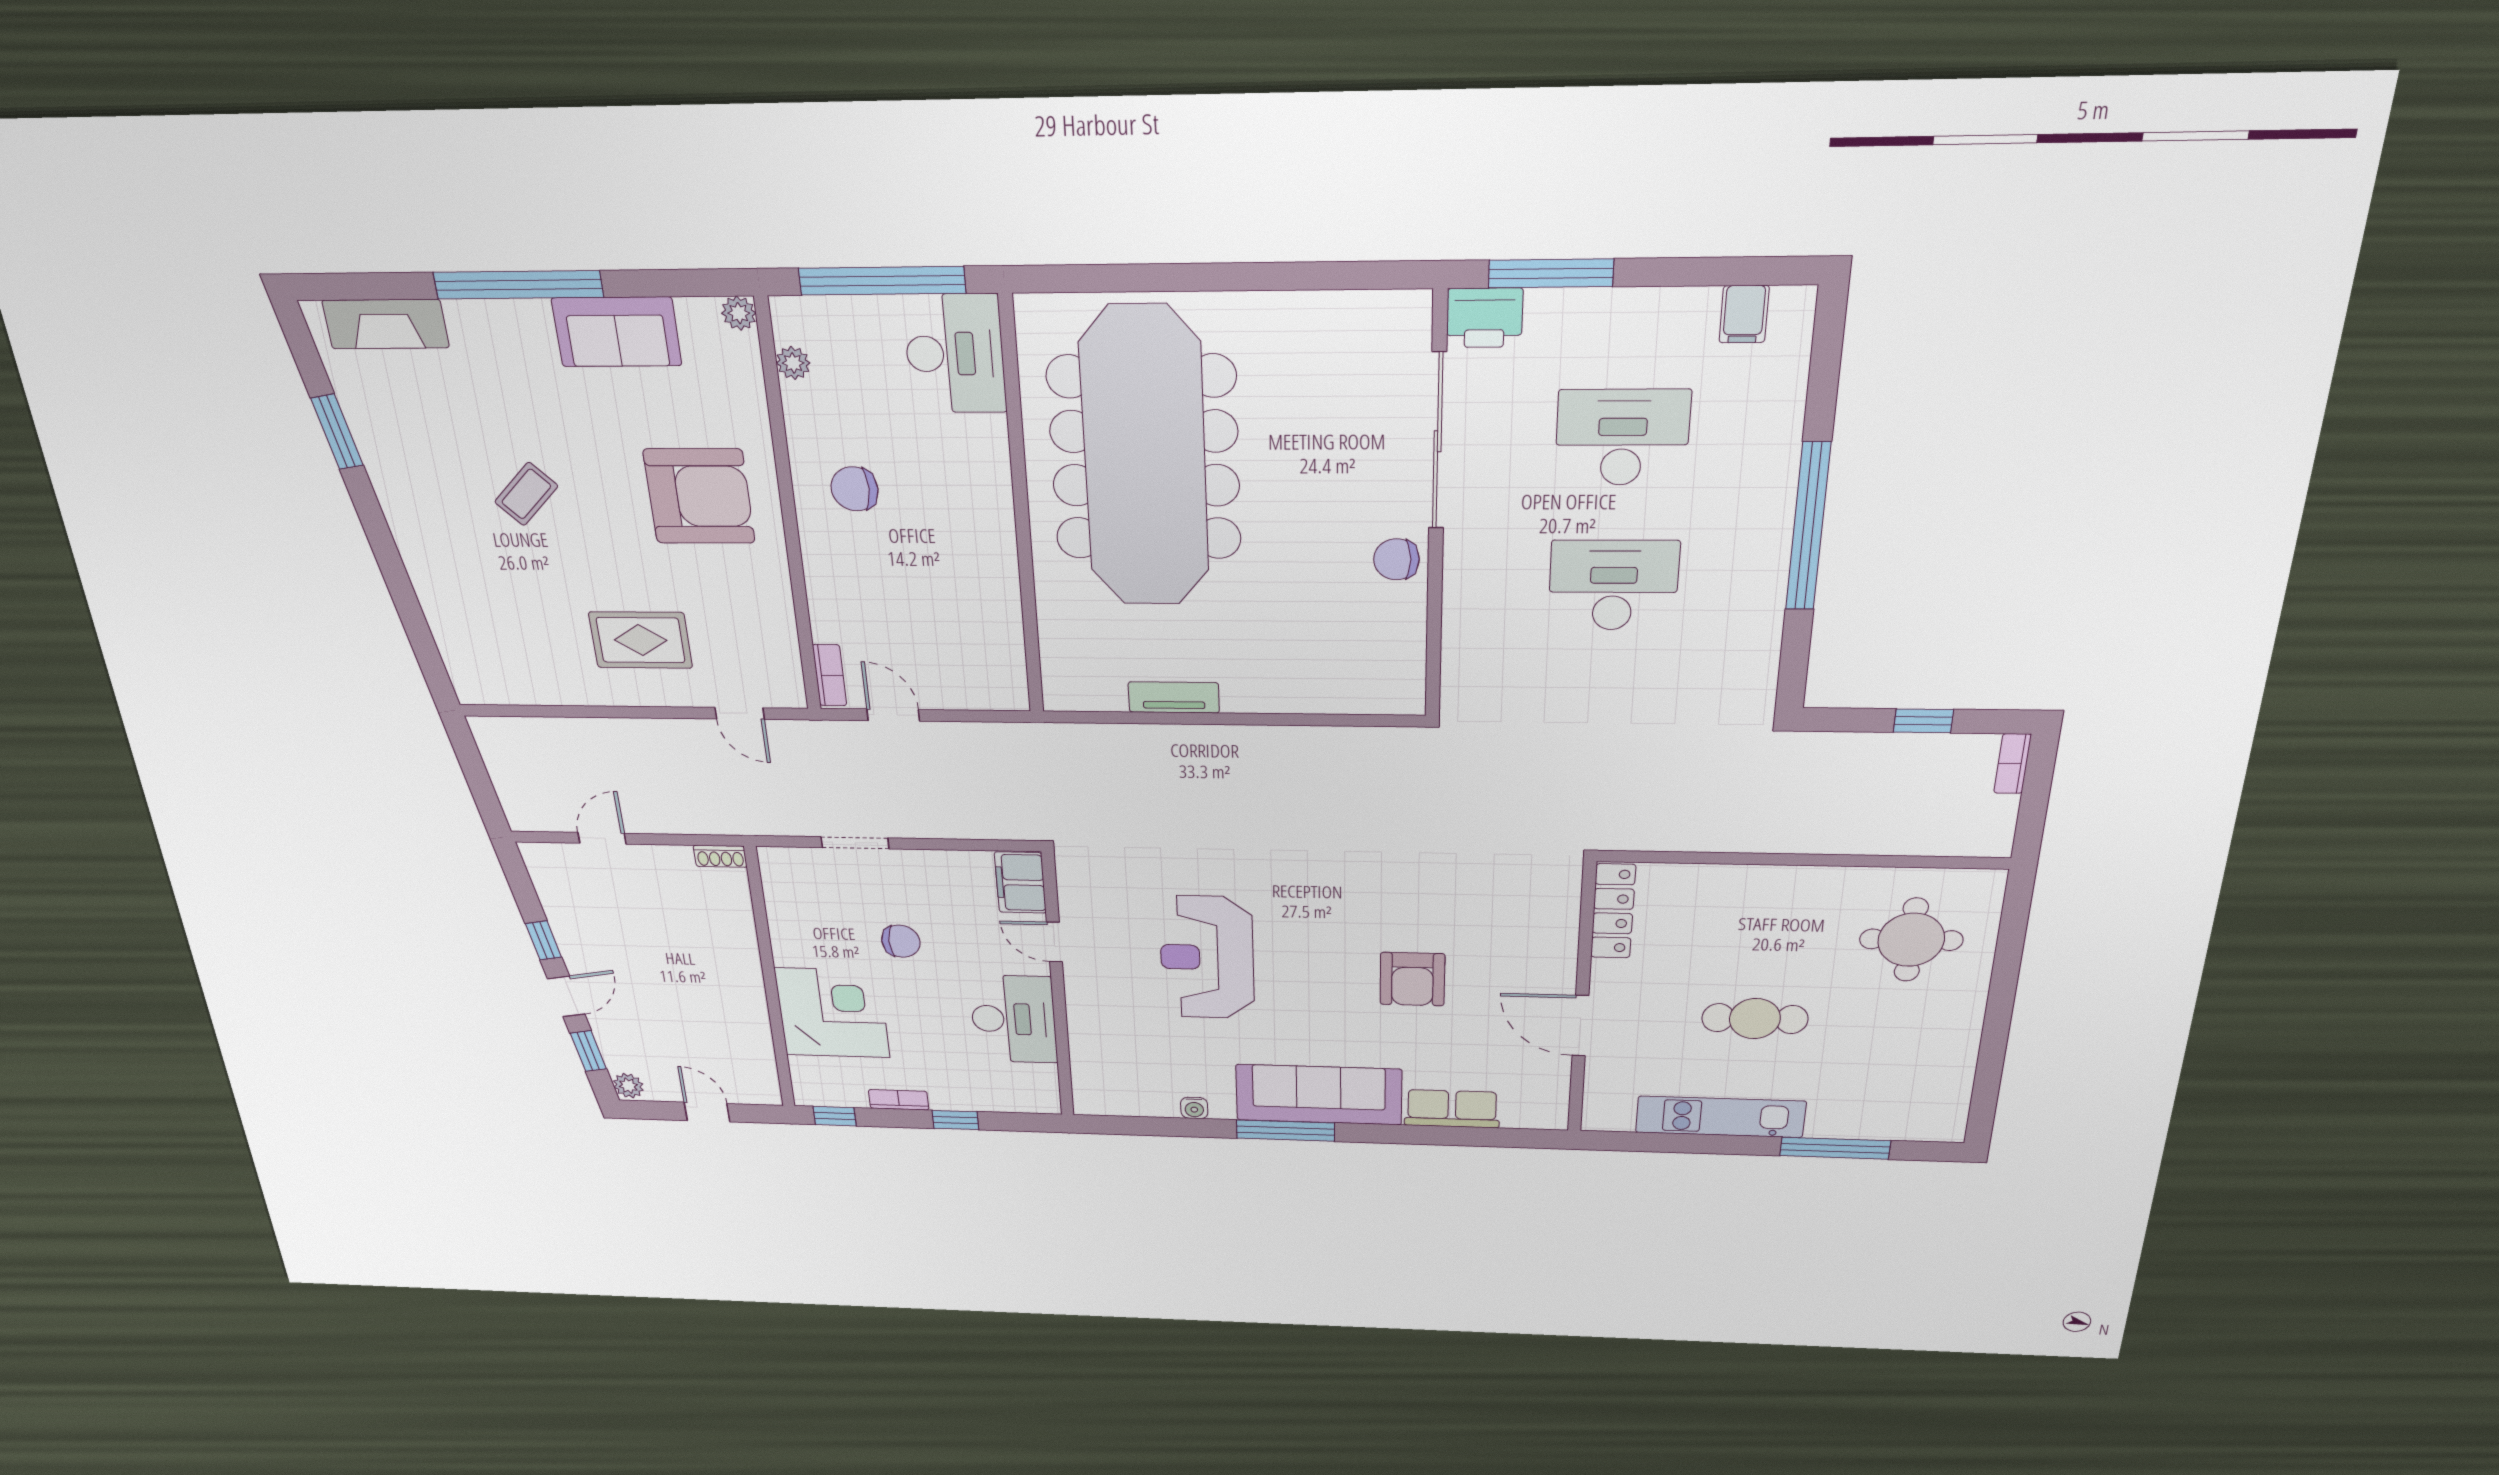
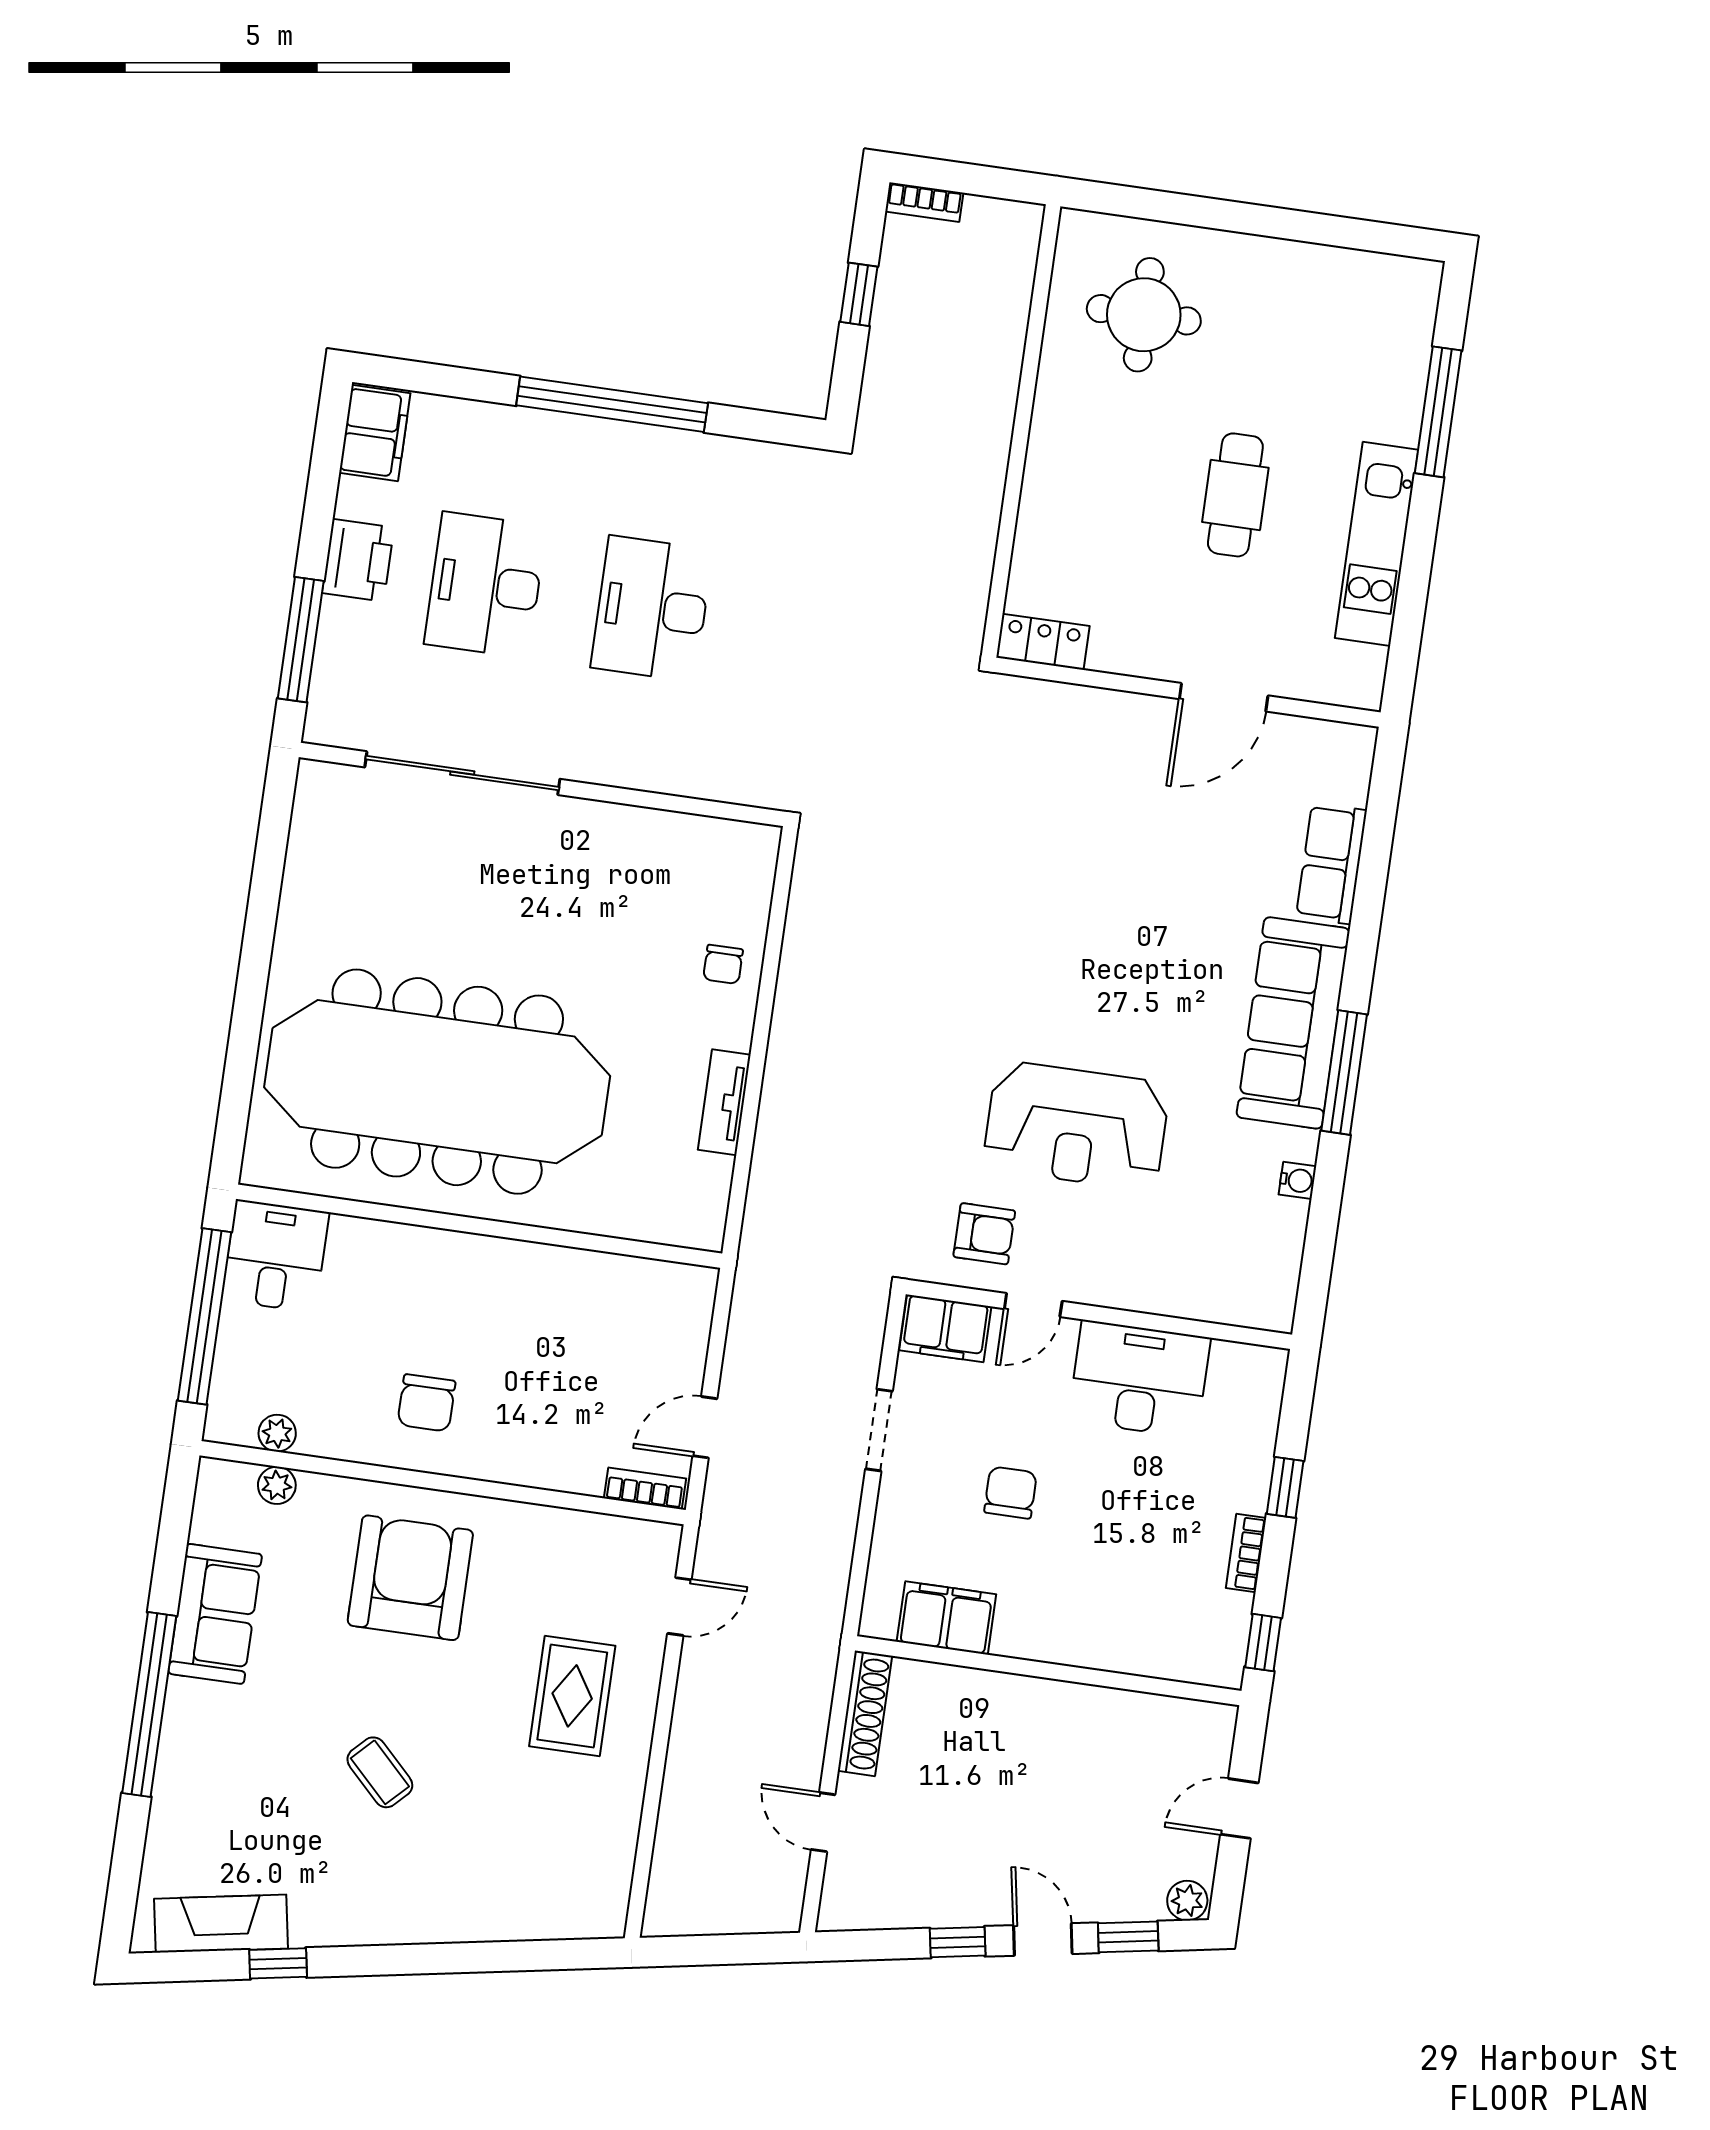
plant: (739, 313) -> (277, 1485), moved
filing cabinet: (1744, 314) -> (375, 433), width x2.00
printer: (1485, 318) -> (358, 560), moved
fireplace: (386, 324) -> (221, 1924), moved, turned -100
desk: (955, 354) -> (275, 1256), width x0.73
window: (337, 432) -> (278, 1963), width x0.67
chair: (1396, 559) -> (723, 964), moved, width x0.73, depth x0.73
doorway: (855, 843) -> (879, 1430), moved
shoe rack: (720, 856) -> (865, 1713), width x1.94, depth x1.24
filing cabinet: (789, 907) -> (946, 1618), added
locker: (1613, 911) -> (1043, 642), width x0.66
armchair: (1412, 979) -> (984, 1234), moved, width x0.72, depth x0.72
corner desk: (832, 1013) -> (1105, 1605), removed

